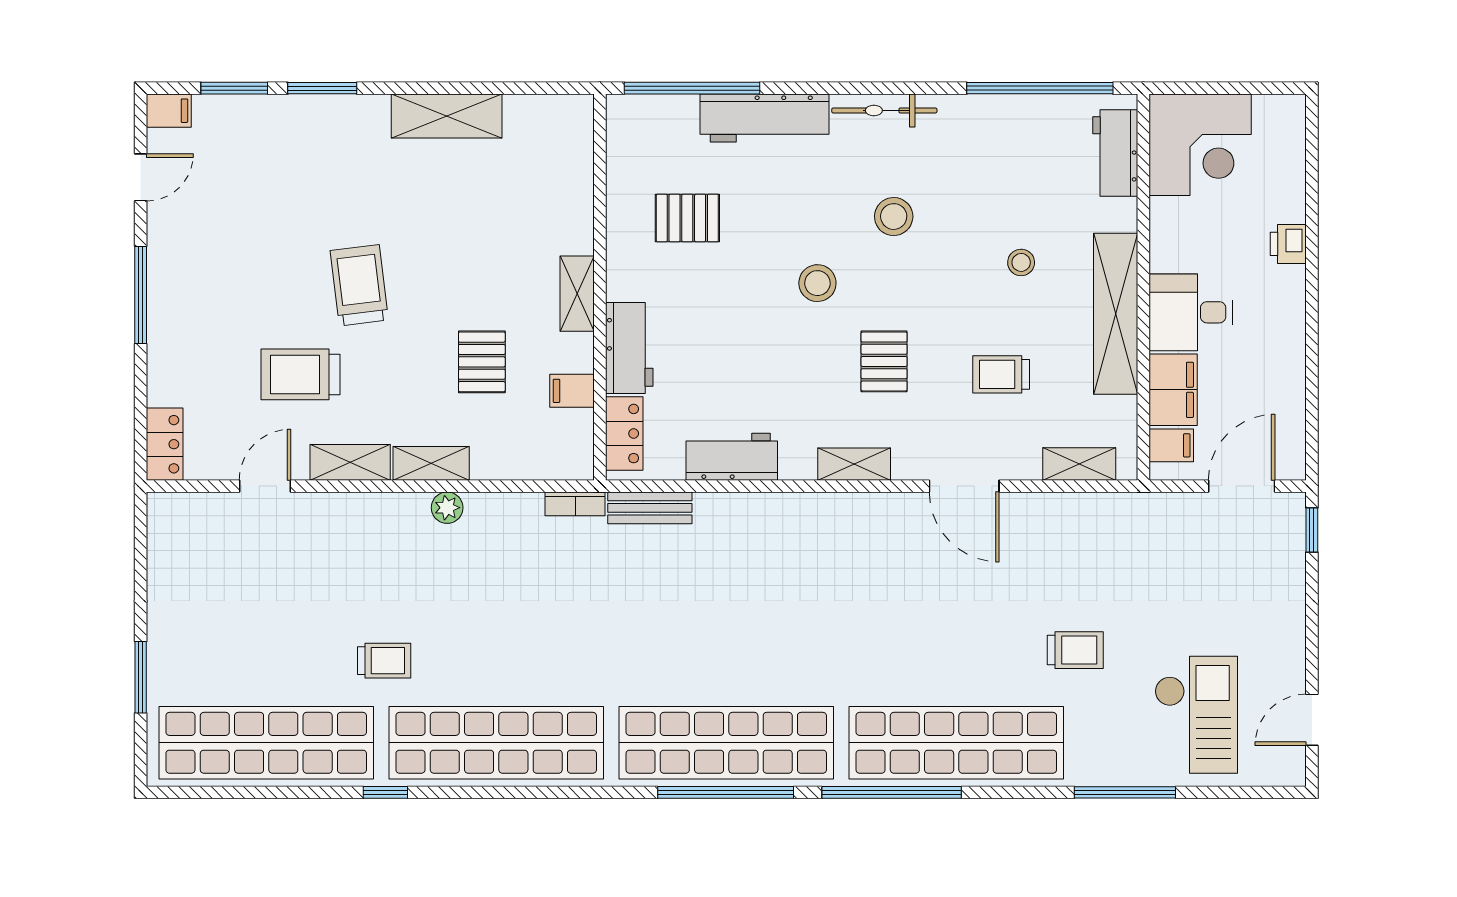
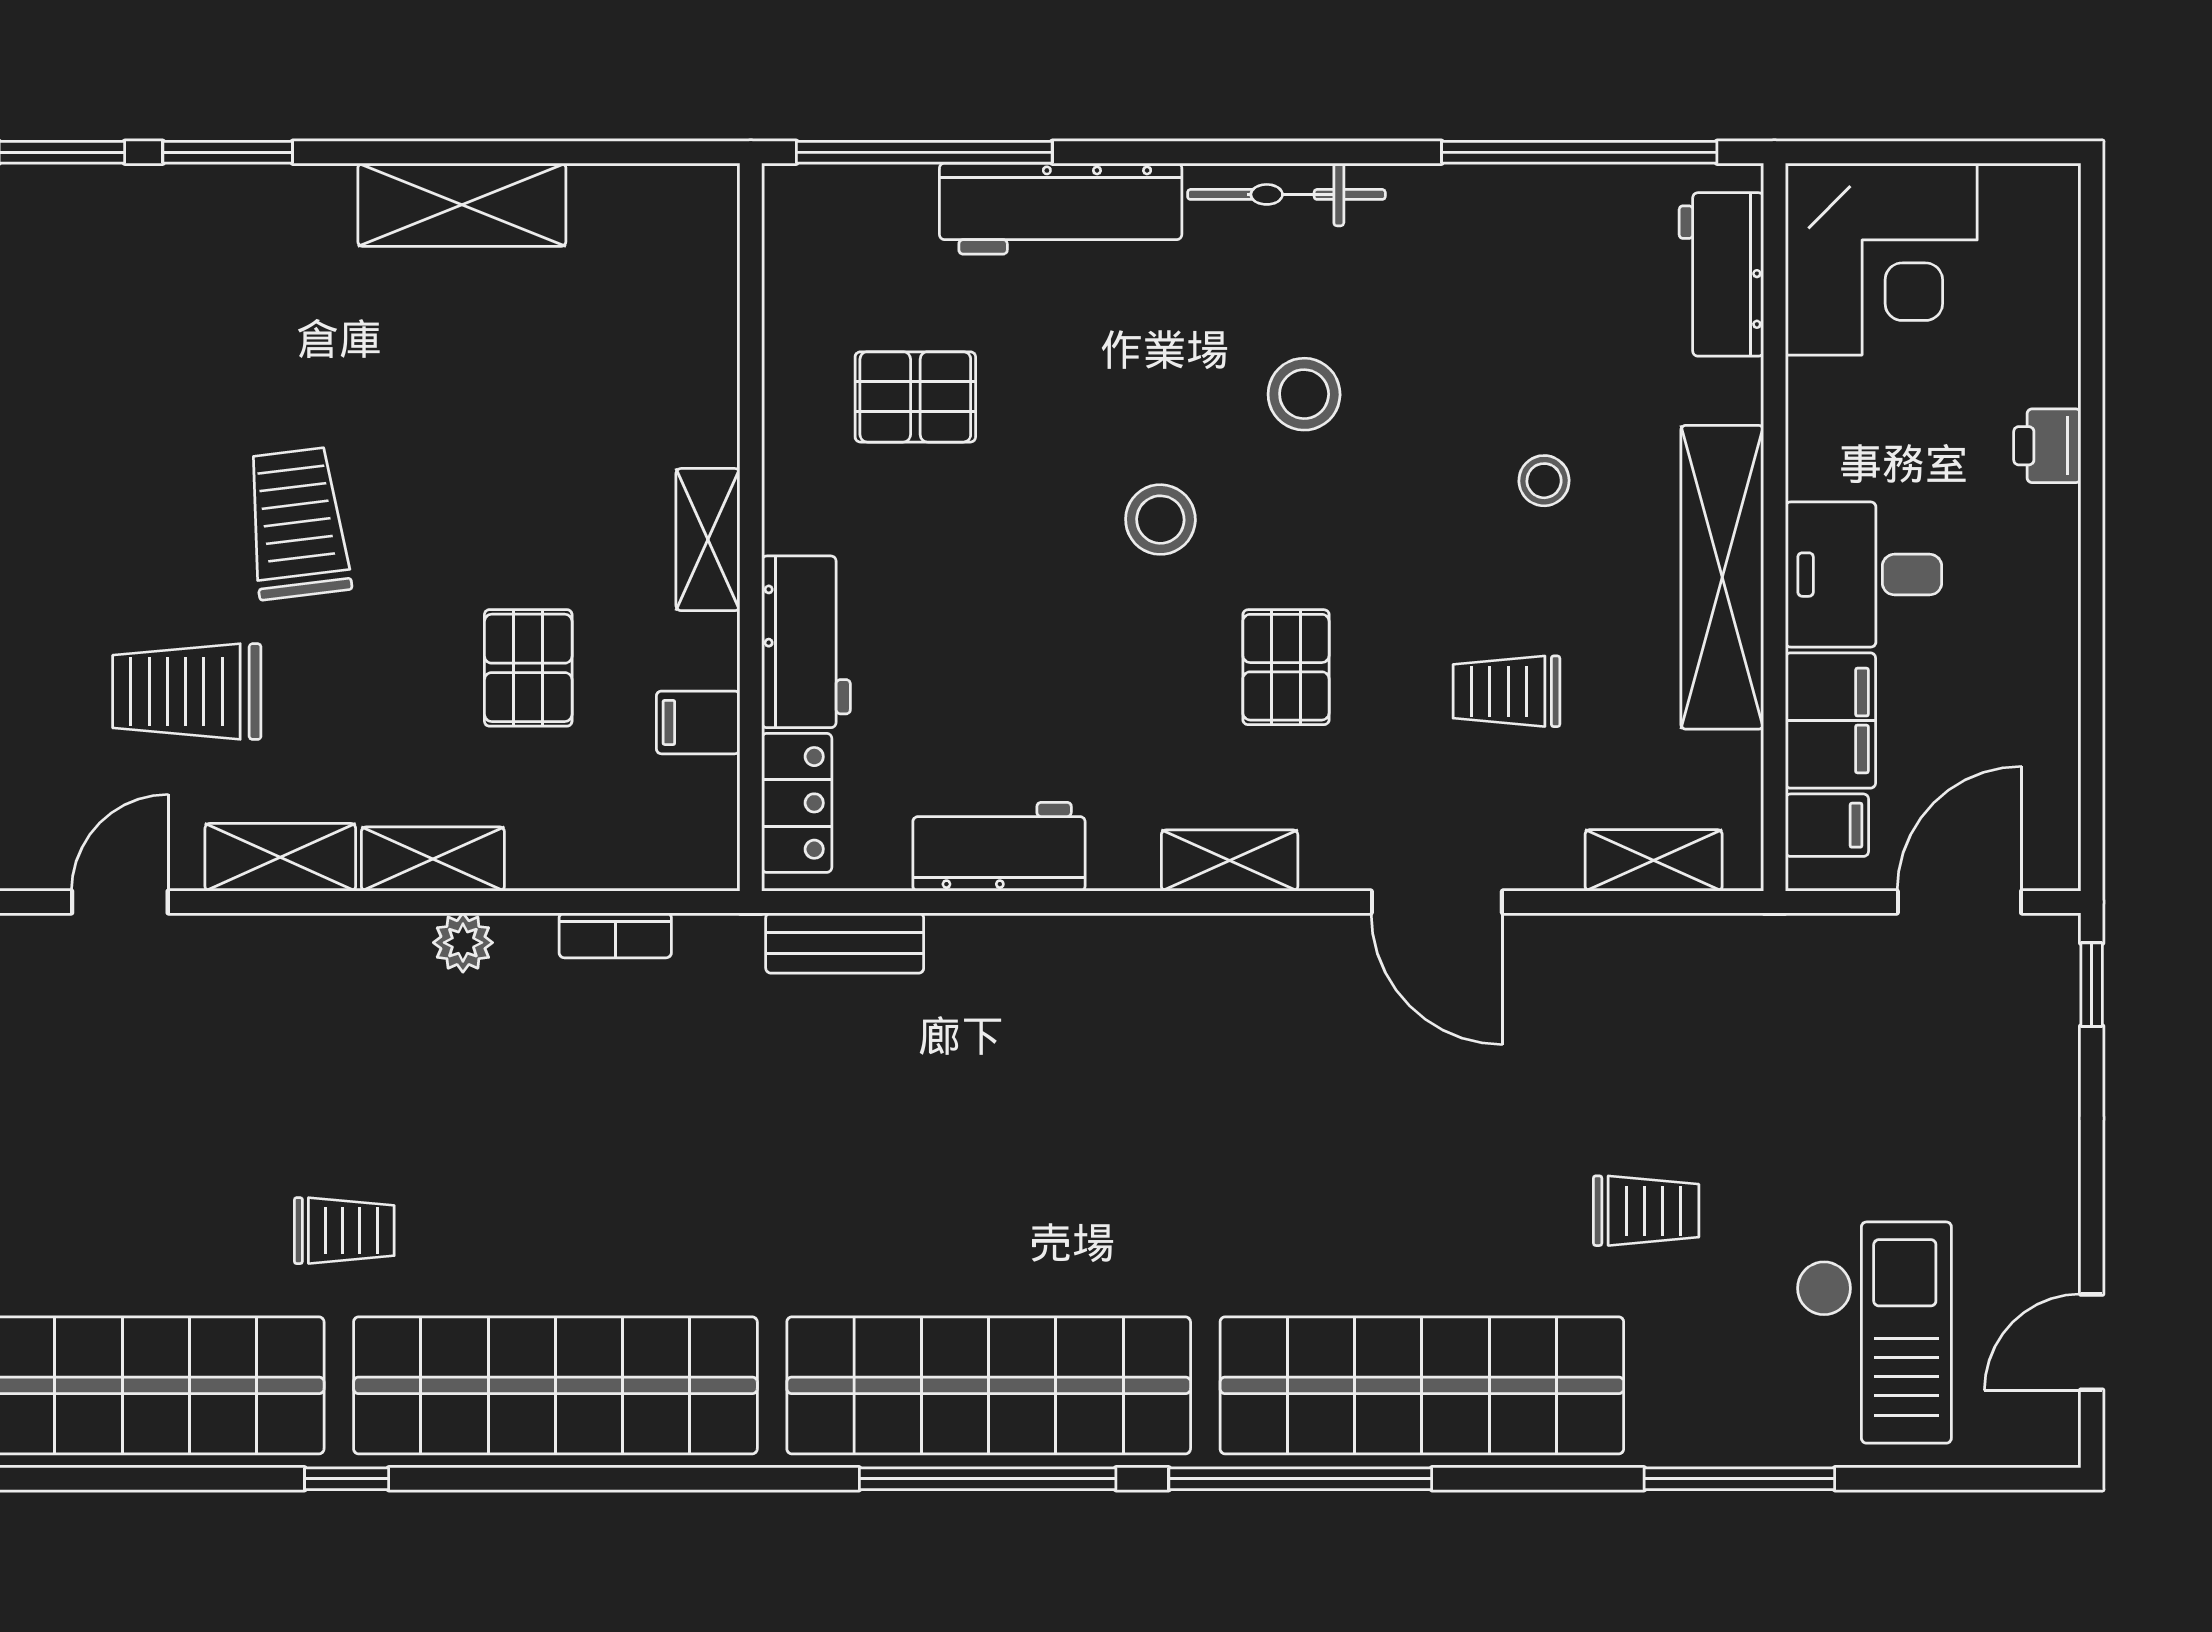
bookcase: (575, 504) -> (615, 935), moved

